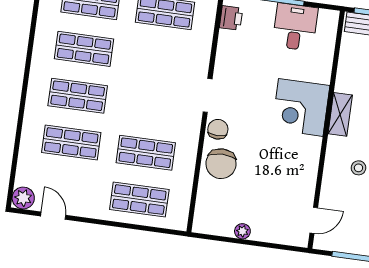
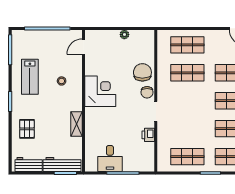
printer: (231, 18) -> (148, 135), moved
corner desk: (301, 107) -> (100, 91), moved
shelving: (340, 114) -> (77, 124), moved

